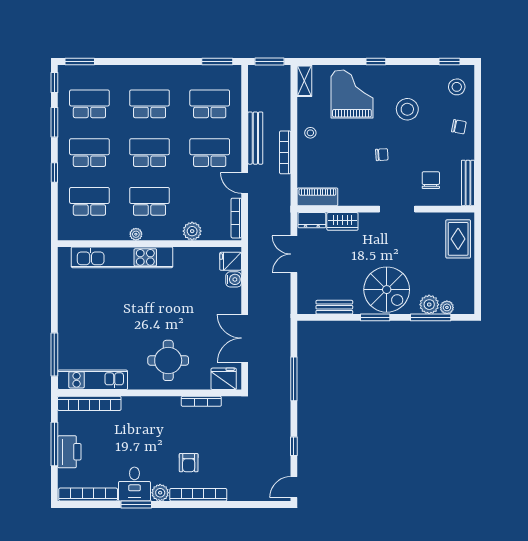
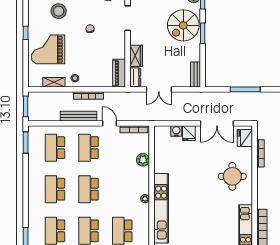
shelving: (304, 81) -> (54, 82), moved
door: (245, 183) -> (110, 123), swing flipped
school desk: (150, 201) -> (122, 189), removed
fridge: (231, 261) -> (189, 133), moved
spiral stairs: (387, 290) -> (183, 25), turned 180
bench: (334, 307) -> (195, 75), moved

